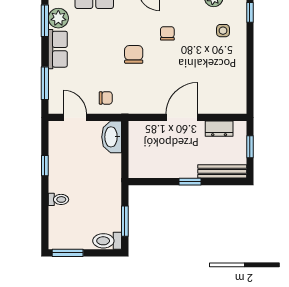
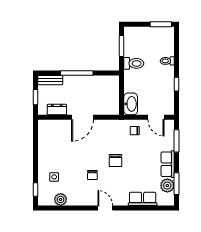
bench: (222, 171) -> (50, 80), width x0.73
window: (190, 182) -> (77, 73), width x2.17
toilet: (107, 241) -> (134, 63), moved

